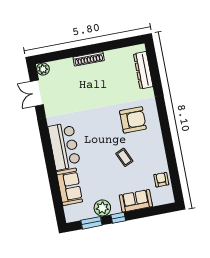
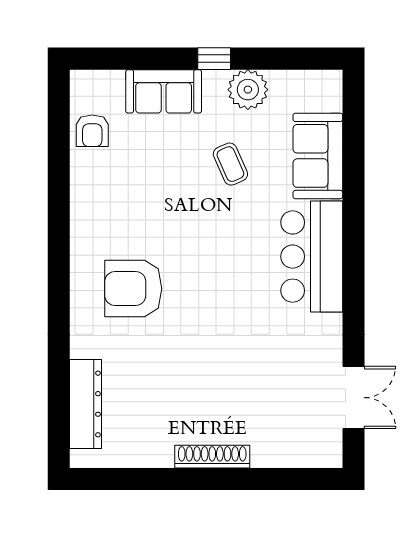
plant: (43, 69) -> (327, 453), removed
coffee table: (124, 157) -> (230, 164), moved
window: (91, 223) -> (281, 59), removed

